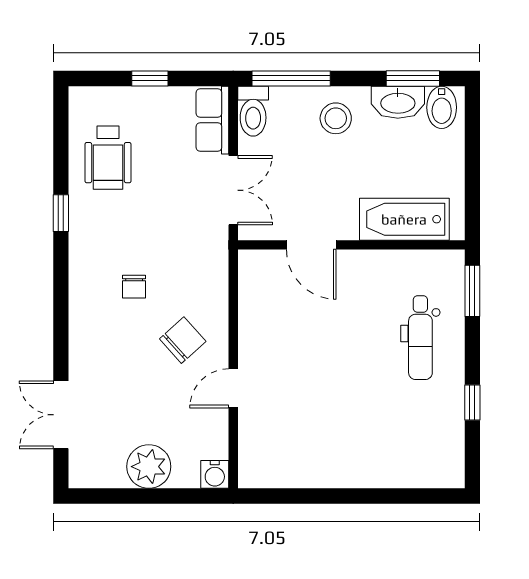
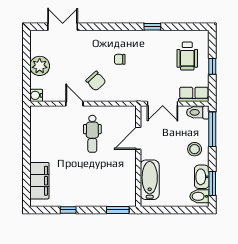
wheelchair: (108, 158) -> (187, 56), moved, turned -90
dental chair: (420, 338) -> (92, 134), moved, turned -90
filing cabinet: (407, 467) -> (39, 181), added

